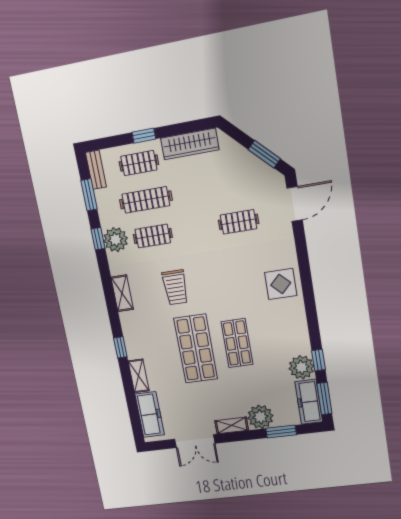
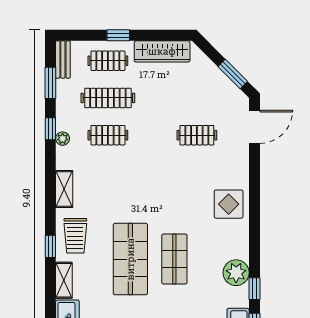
plant: (116, 240) -> (63, 139), width x0.53, depth x0.53
trolley: (175, 287) -> (75, 236), moved
plant: (301, 367) -> (236, 273), moved

